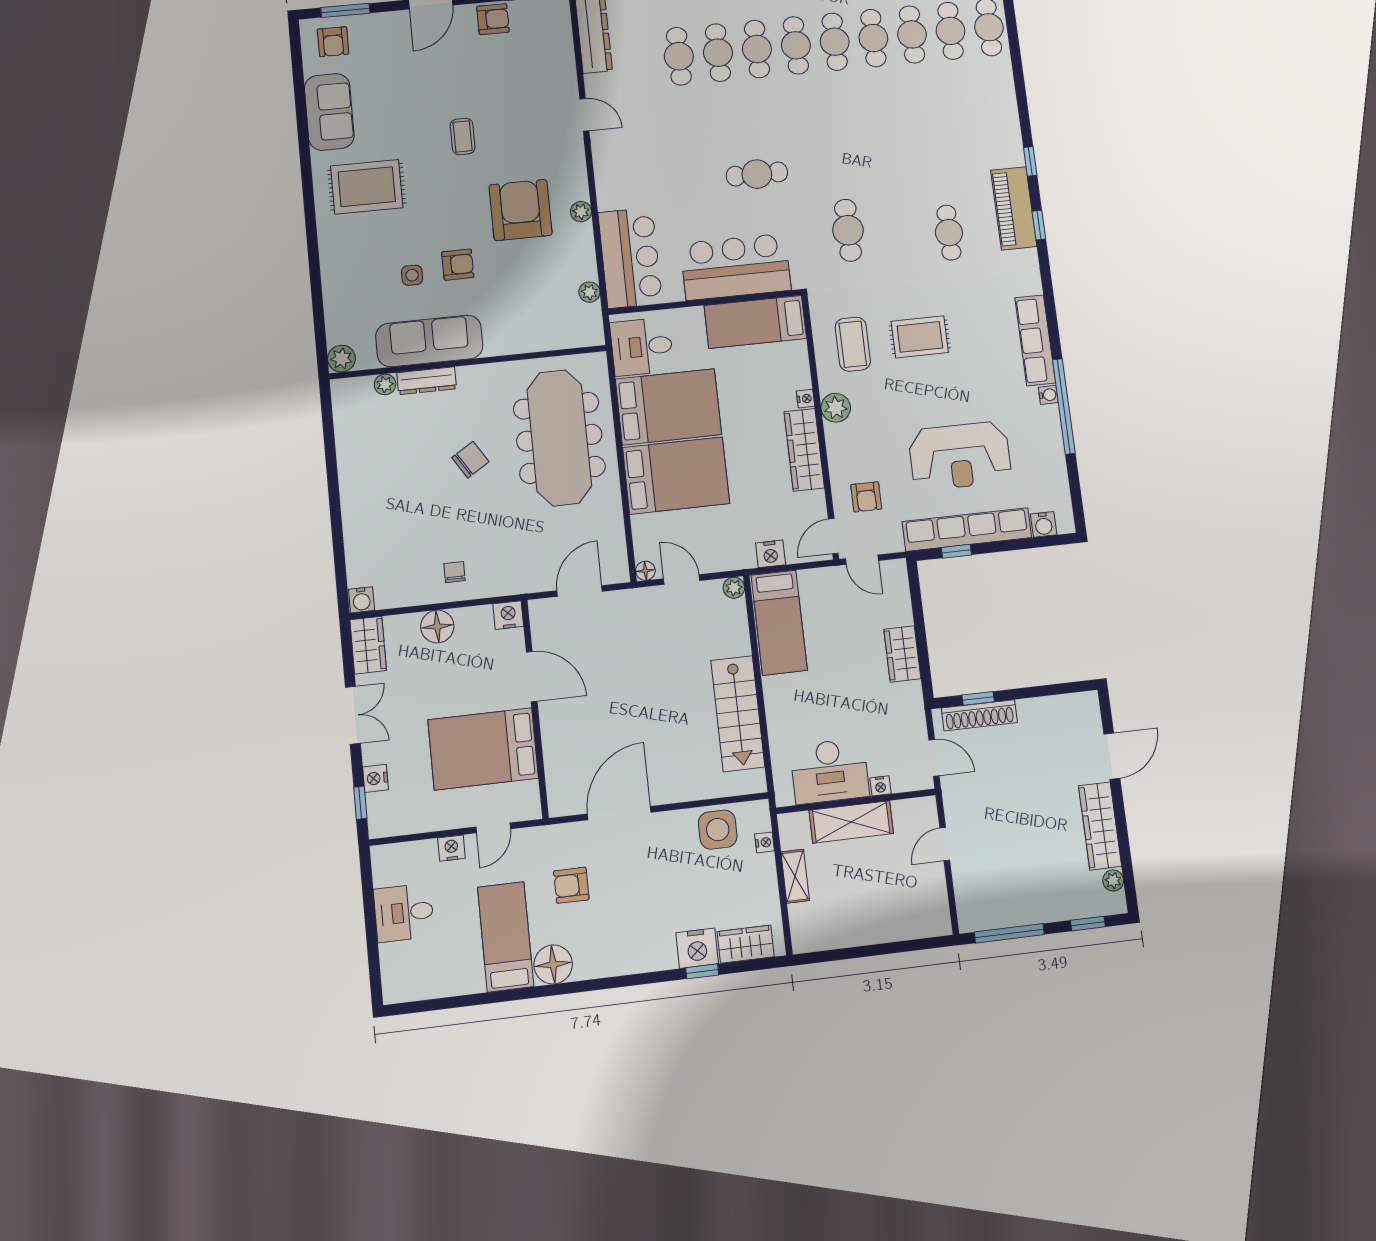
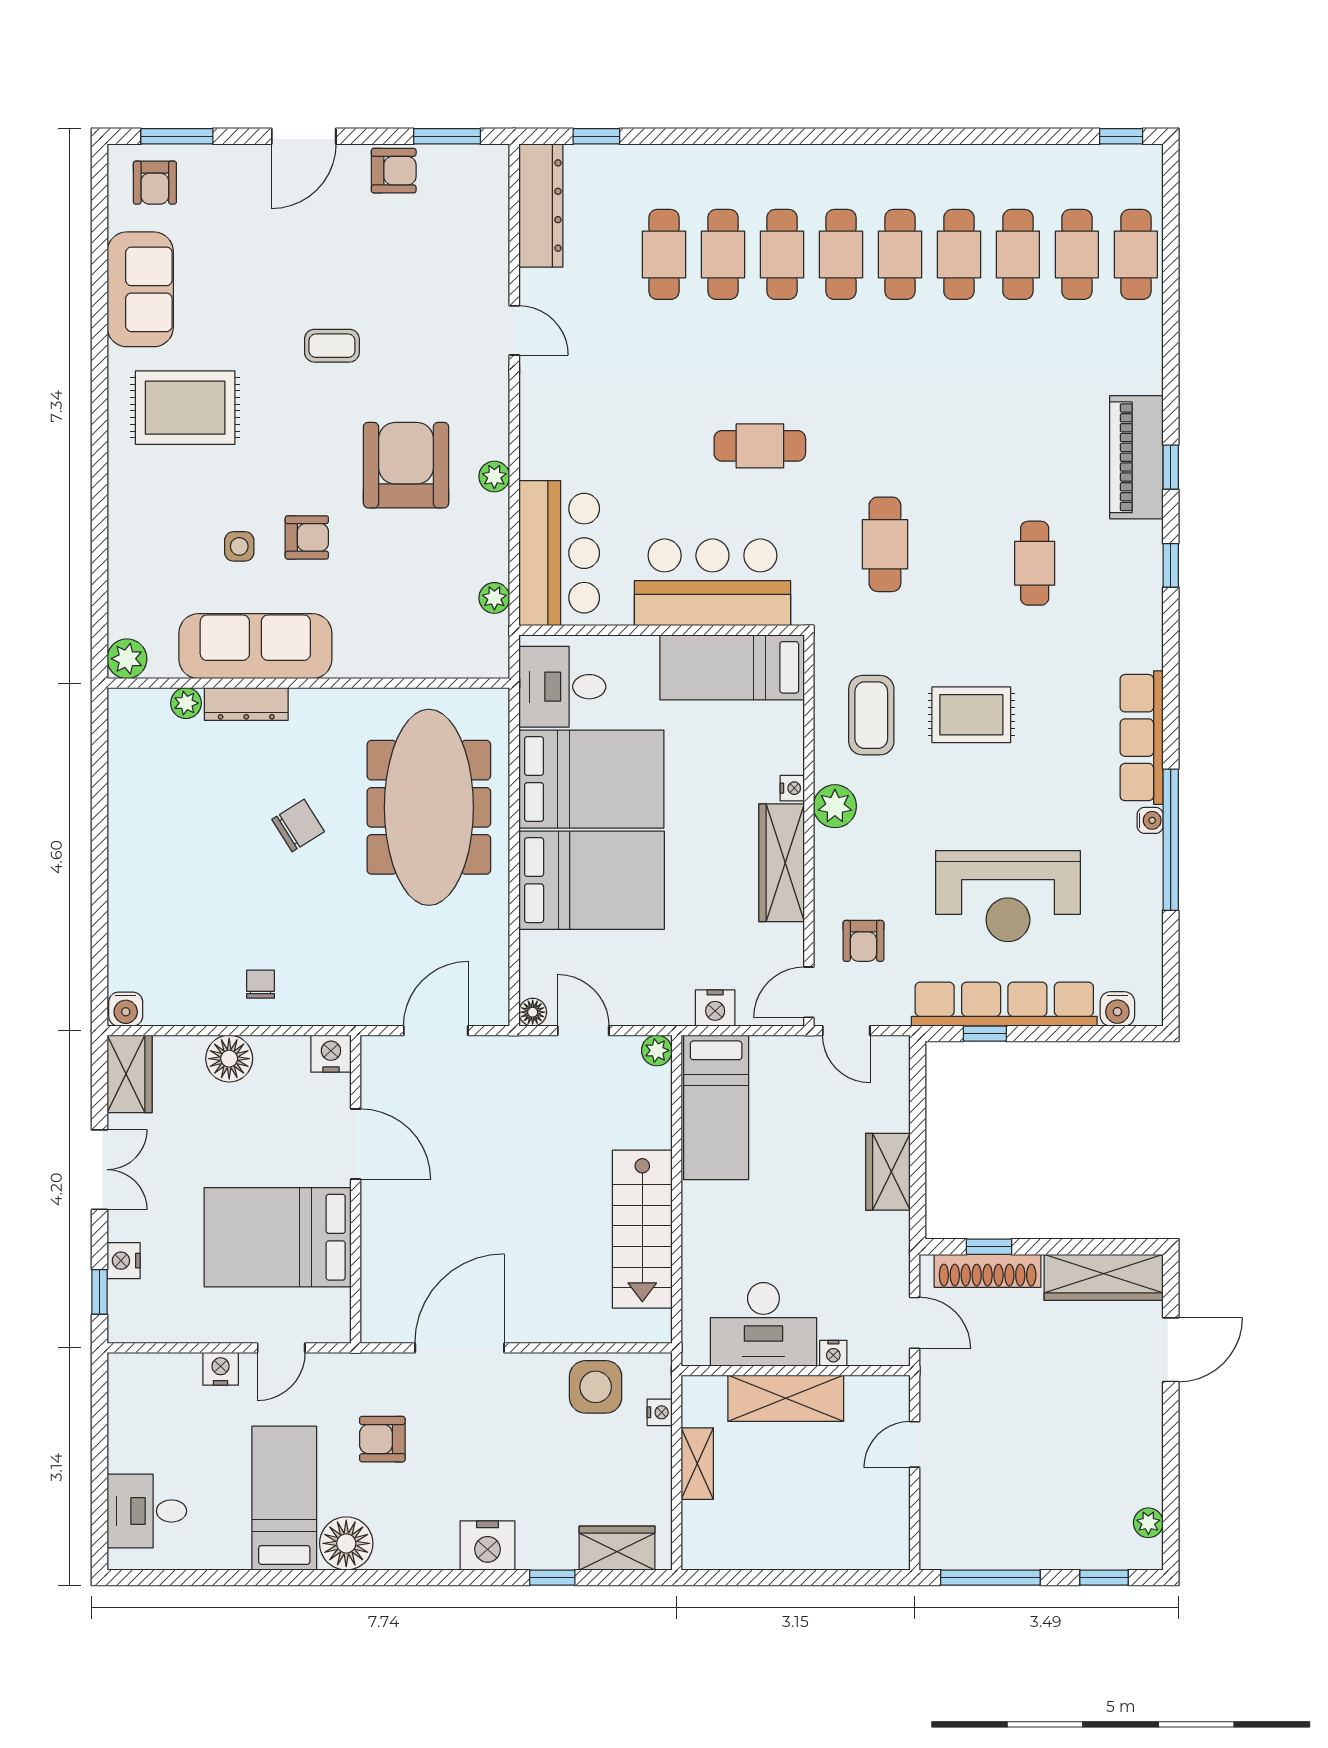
coffee table: (463, 136) -> (332, 346), turned 90
piano: (1014, 208) -> (1136, 457), moved
wardrobe: (1100, 826) -> (1104, 1277), moved, turned -90
desk: (404, 913) -> (147, 1511), moved
nightstand: (697, 948) -> (488, 1545), moved

